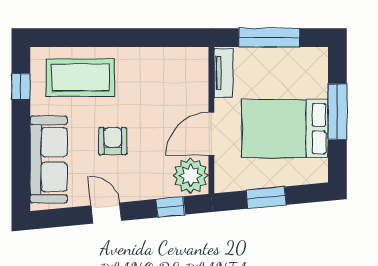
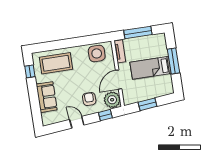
side table: (172, 70) -> (97, 53), added
bed: (285, 129) -> (151, 68), width x0.67
armchair: (113, 141) -> (89, 99), moved
sofa: (49, 160) -> (47, 97), width x0.73

